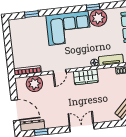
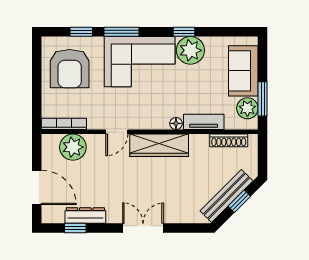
window: (56, 11) -> (121, 32), added
armchair: (27, 37) -> (70, 69), added
wardrobe: (86, 77) -> (159, 145), width x1.50
dresser: (32, 125) -> (85, 216), moved

